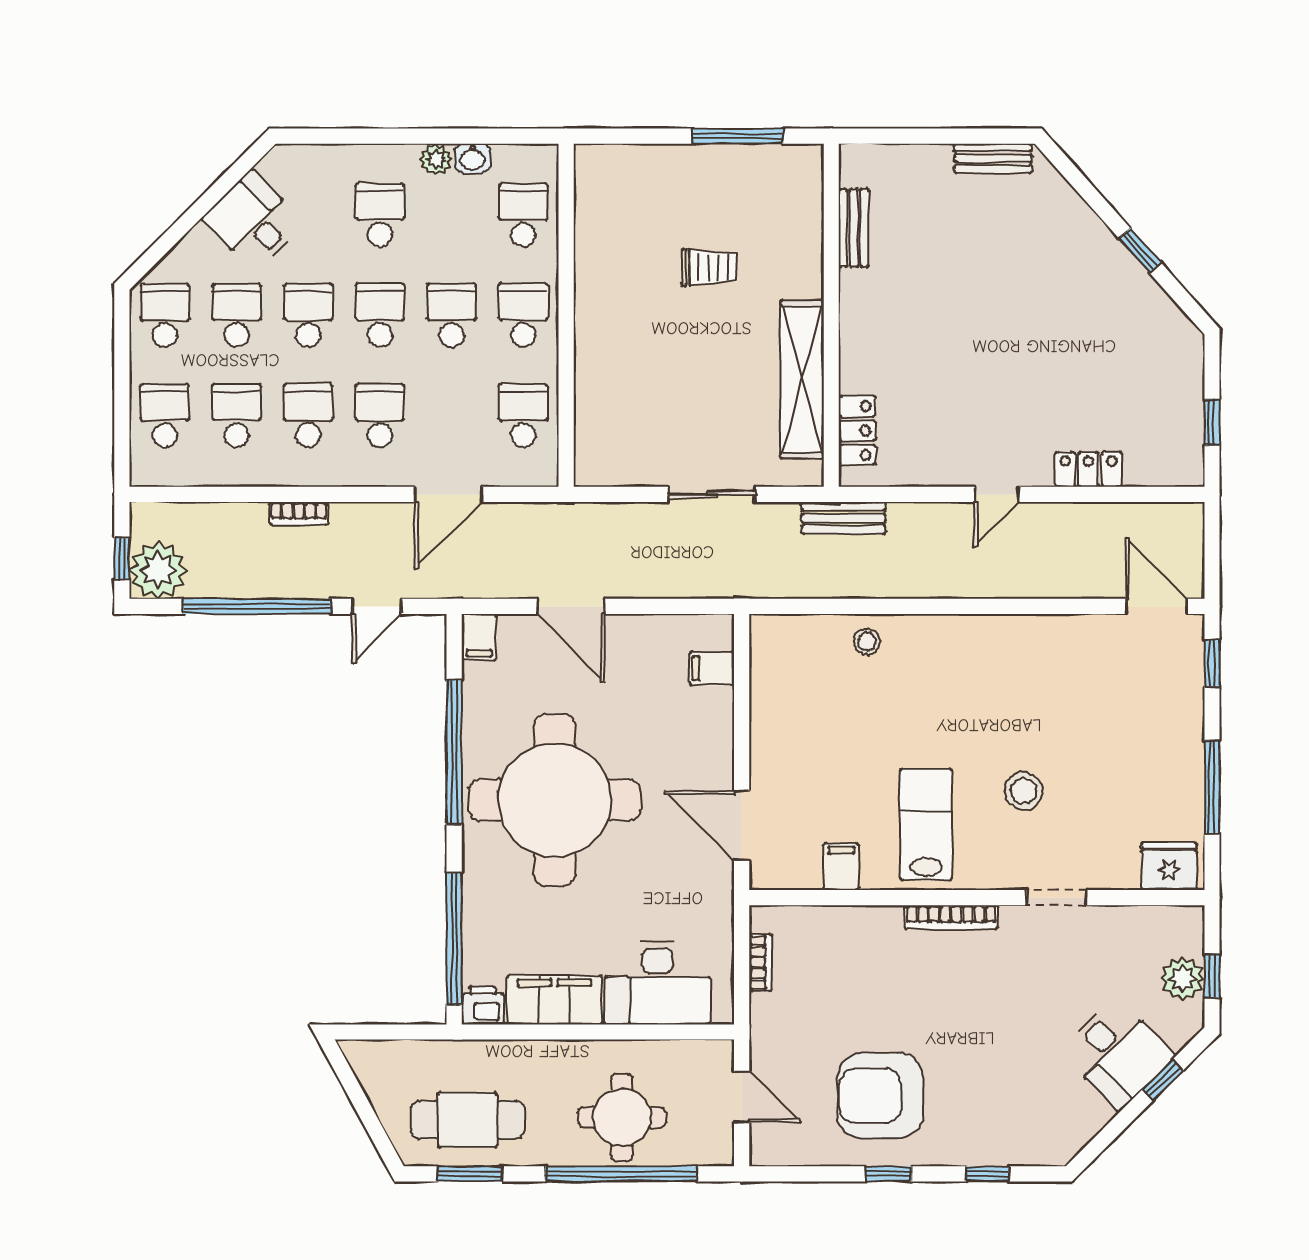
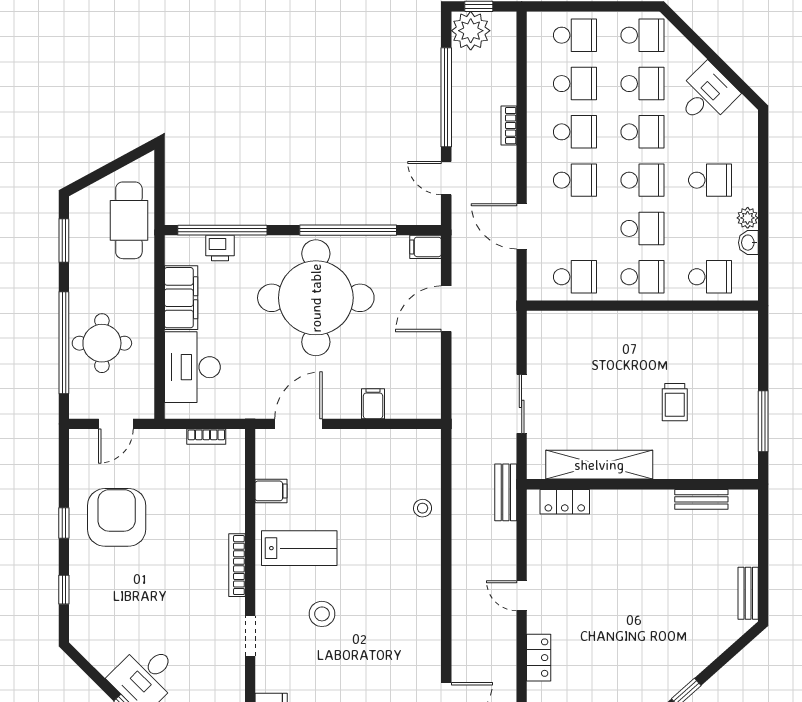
filing cabinet: (712, 668) -> (373, 404), moved
printer: (483, 1005) -> (220, 248), moved, turned 90
cafe table: (468, 1120) -> (129, 220), moved

